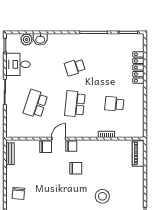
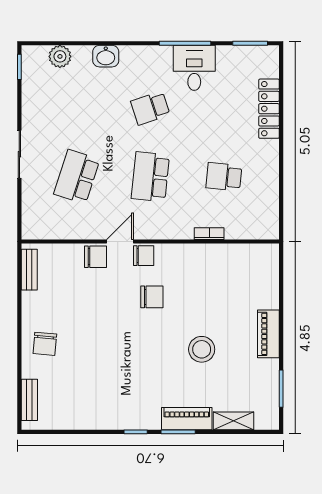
washbasin: (40, 39) -> (106, 56), moved
desk: (18, 64) -> (194, 68), moved, turned 90
piano: (138, 153) -> (268, 334), moved

